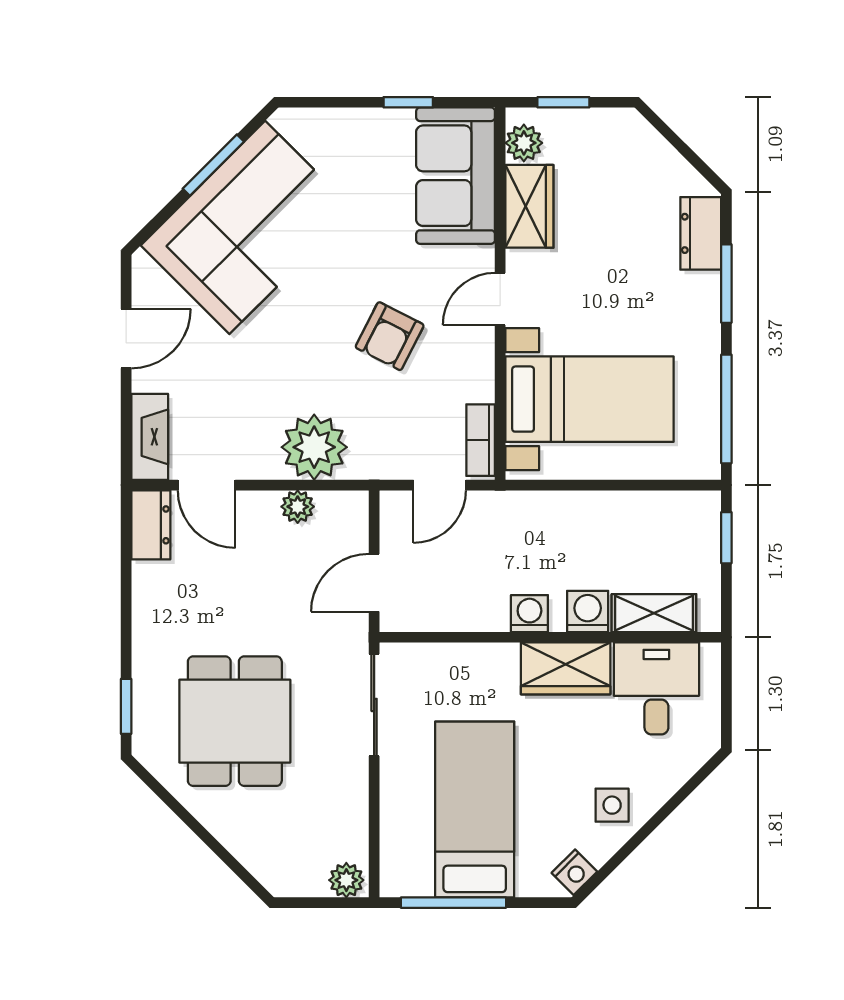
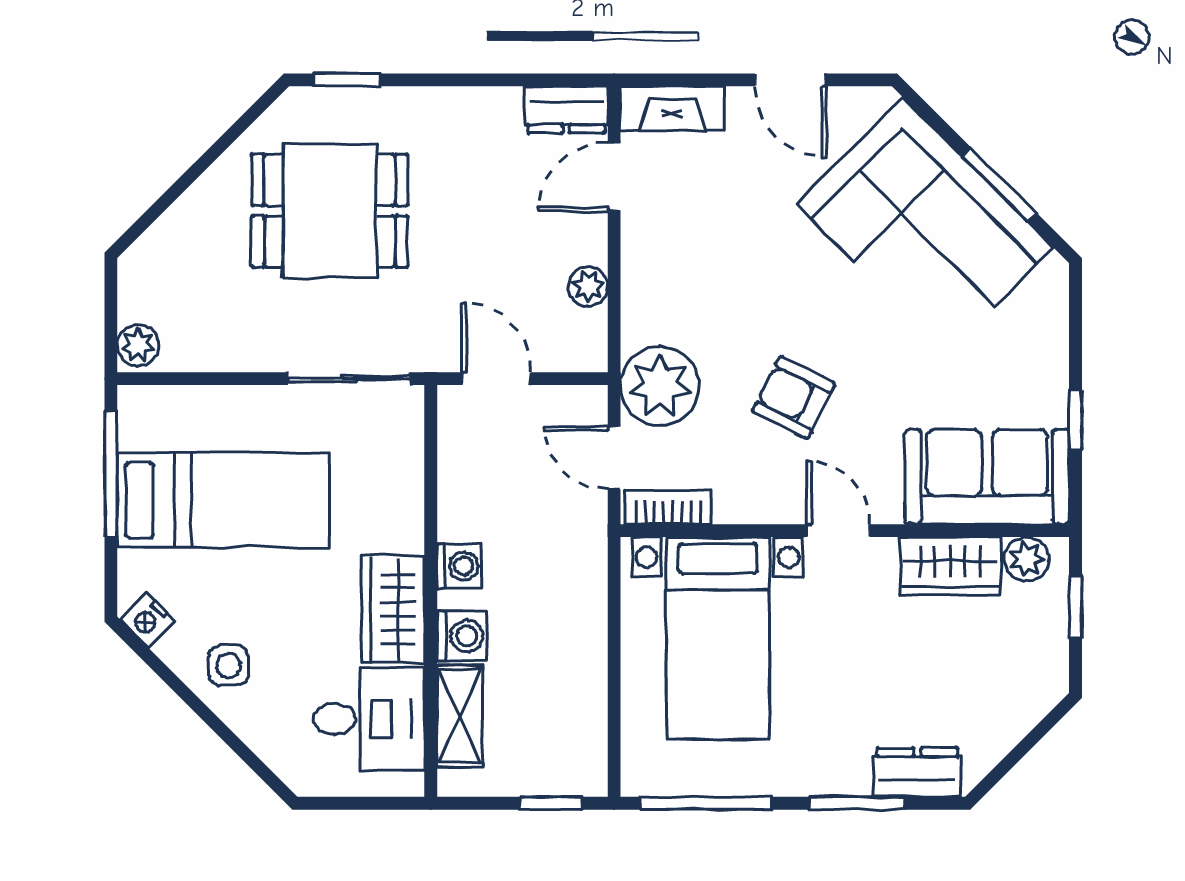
plant: (314, 447) -> (660, 386), moved

